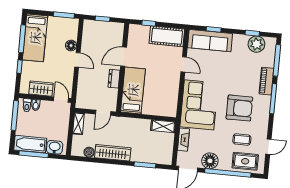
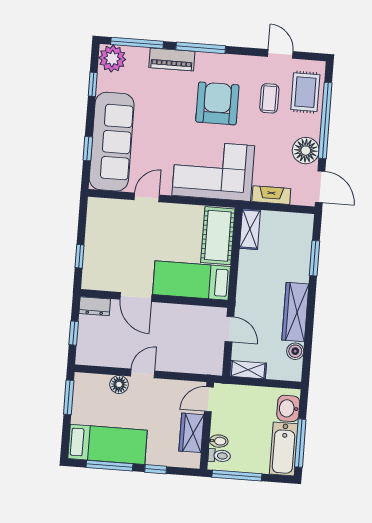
cot: (167, 36) -> (218, 236), moved
sofa: (210, 41) -> (112, 142), width x1.36, depth x1.27
plant: (256, 44) -> (112, 59), moved
dresser: (114, 79) -> (95, 306), moved

